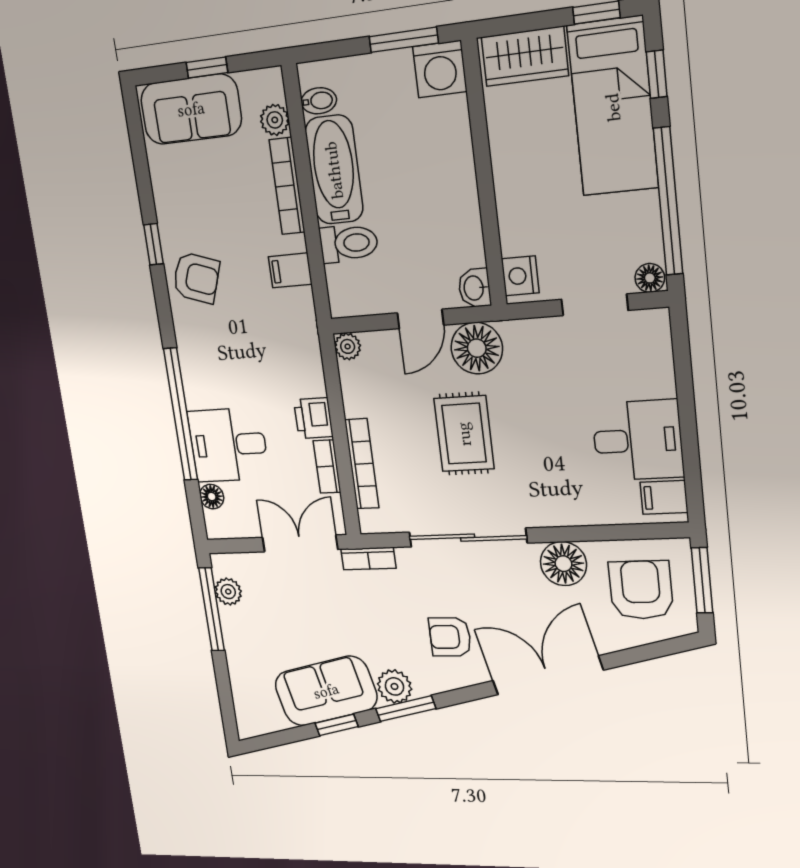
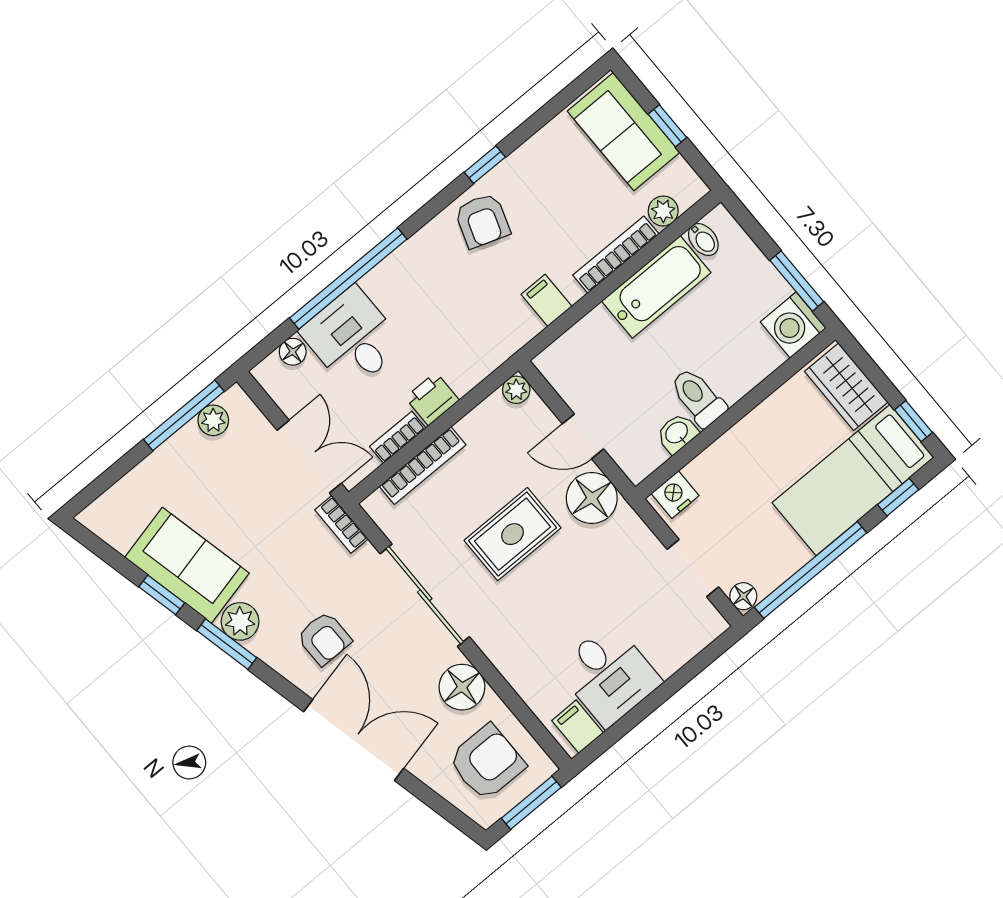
toilet: (349, 243) -> (698, 397), moved, turned 180
washbasin: (475, 288) -> (677, 433), moved
armchair: (450, 637) -> (324, 638), turned 180

